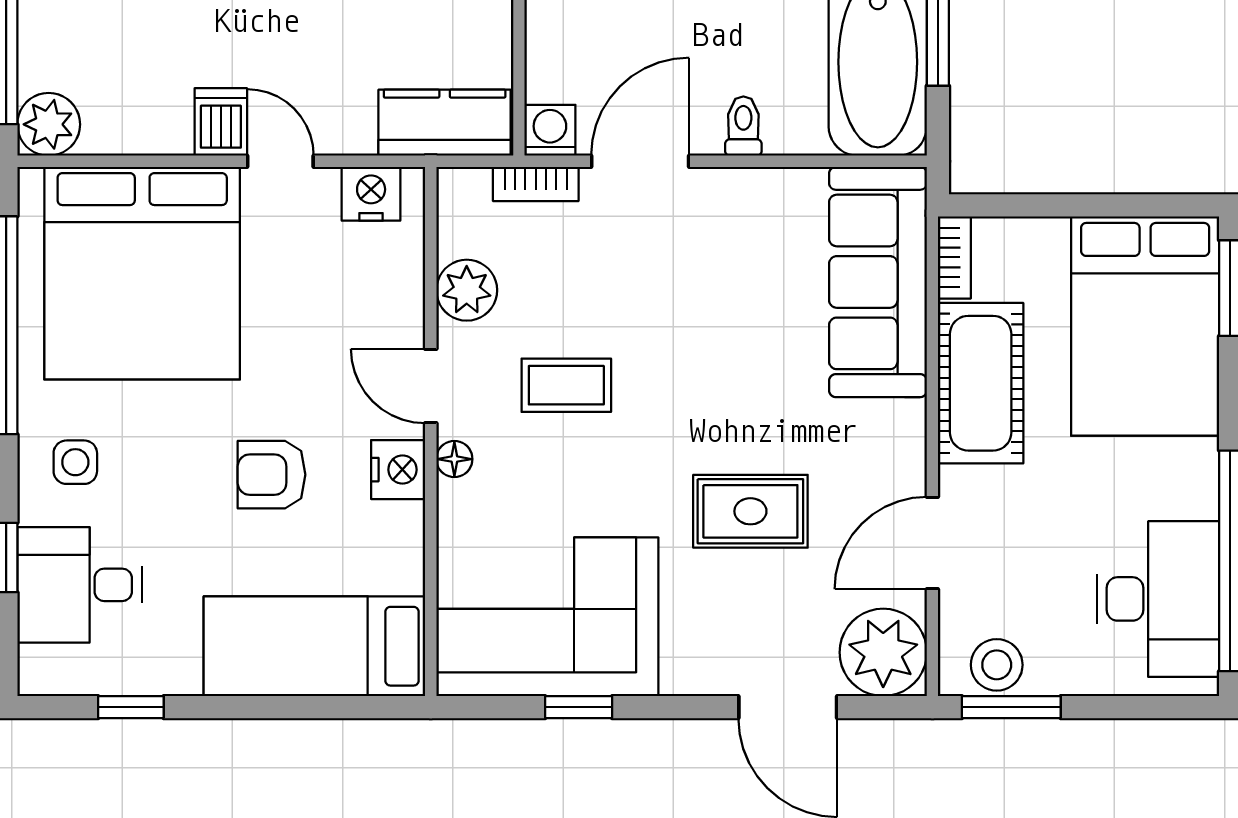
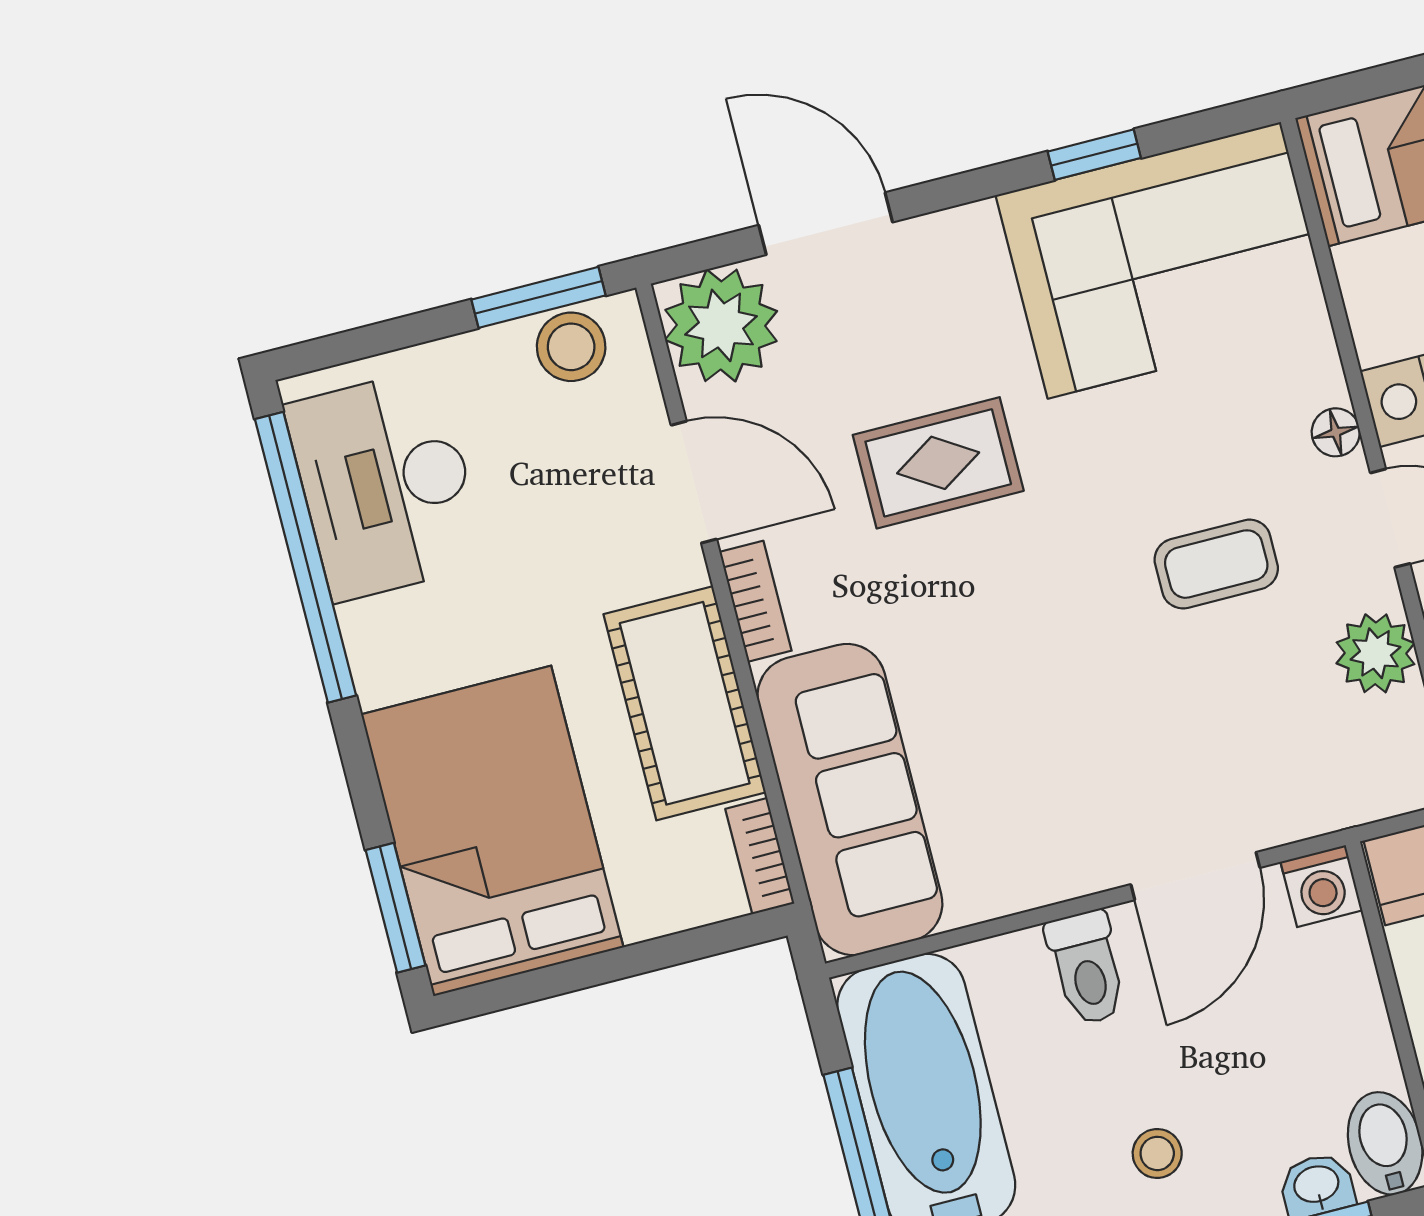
toilet: (743, 126) -> (1087, 968), width x1.37, depth x1.39
bookcase: (536, 184) -> (755, 601), moved, turned 90
door: (932, 543) -> (694, 482), hinge flipped

